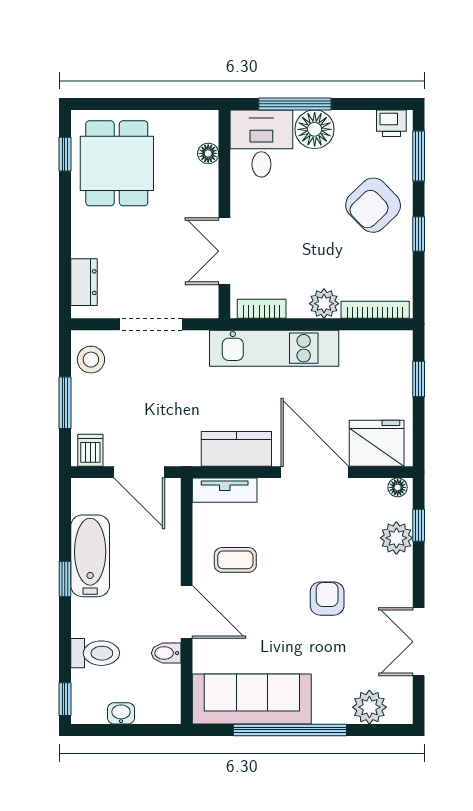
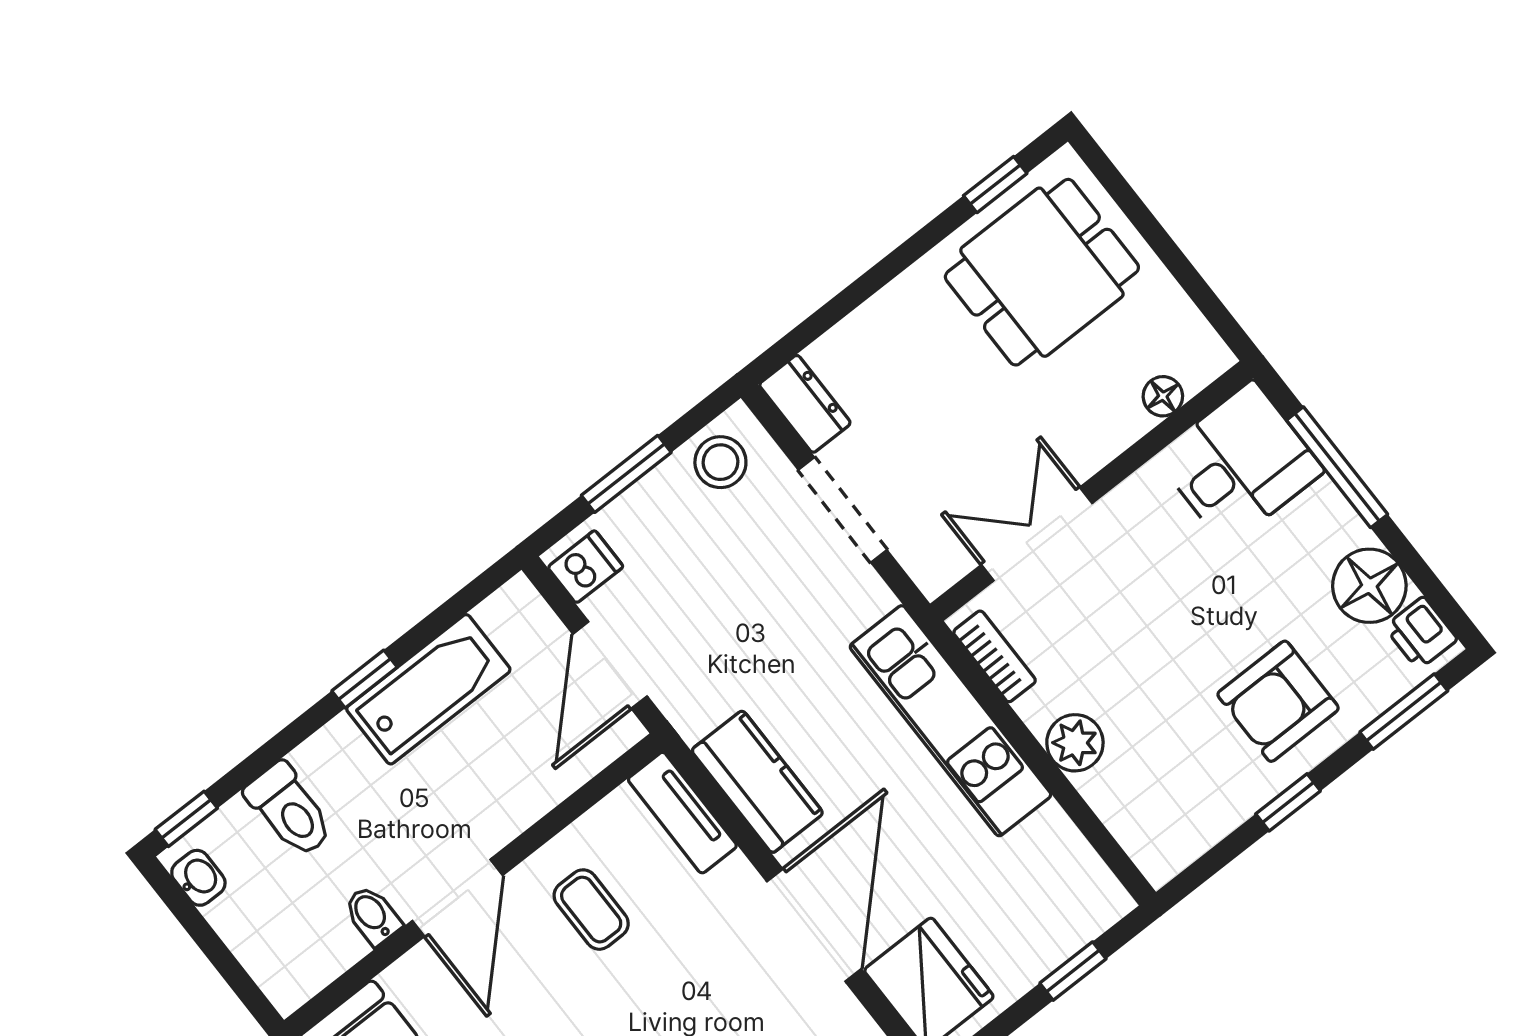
floor lamp: (315, 129) -> (1369, 586), moved
armchair: (373, 205) -> (1278, 701), turned -46
dresser: (84, 282) -> (805, 404), moved, turned -90
bookcase: (375, 310) -> (1125, 826), removed
washbasin: (121, 713) -> (198, 878), moved

